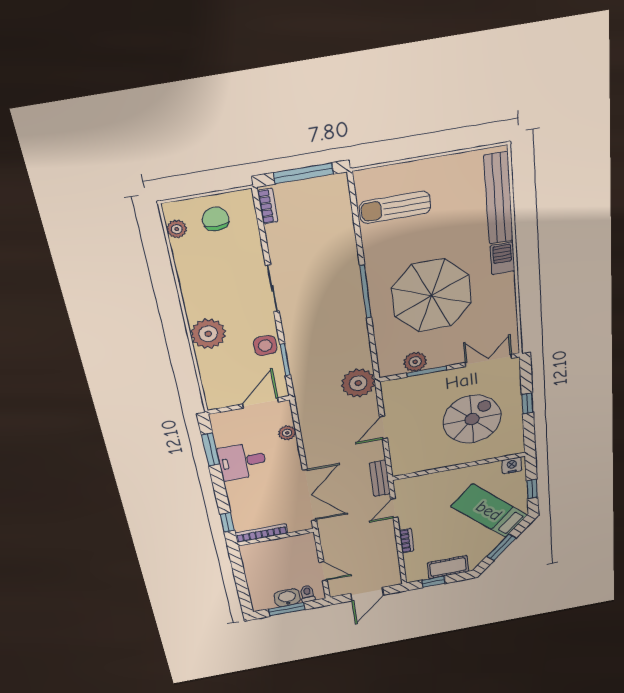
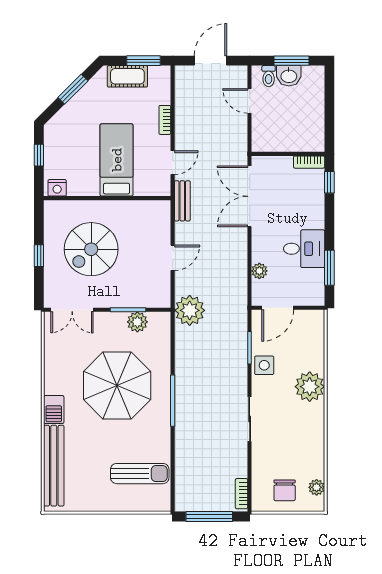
bed: (489, 511) -> (117, 160), moved, turned -135
bookcase: (261, 533) -> (309, 162), width x0.64
window: (433, 582) -> (144, 61), width x1.50

